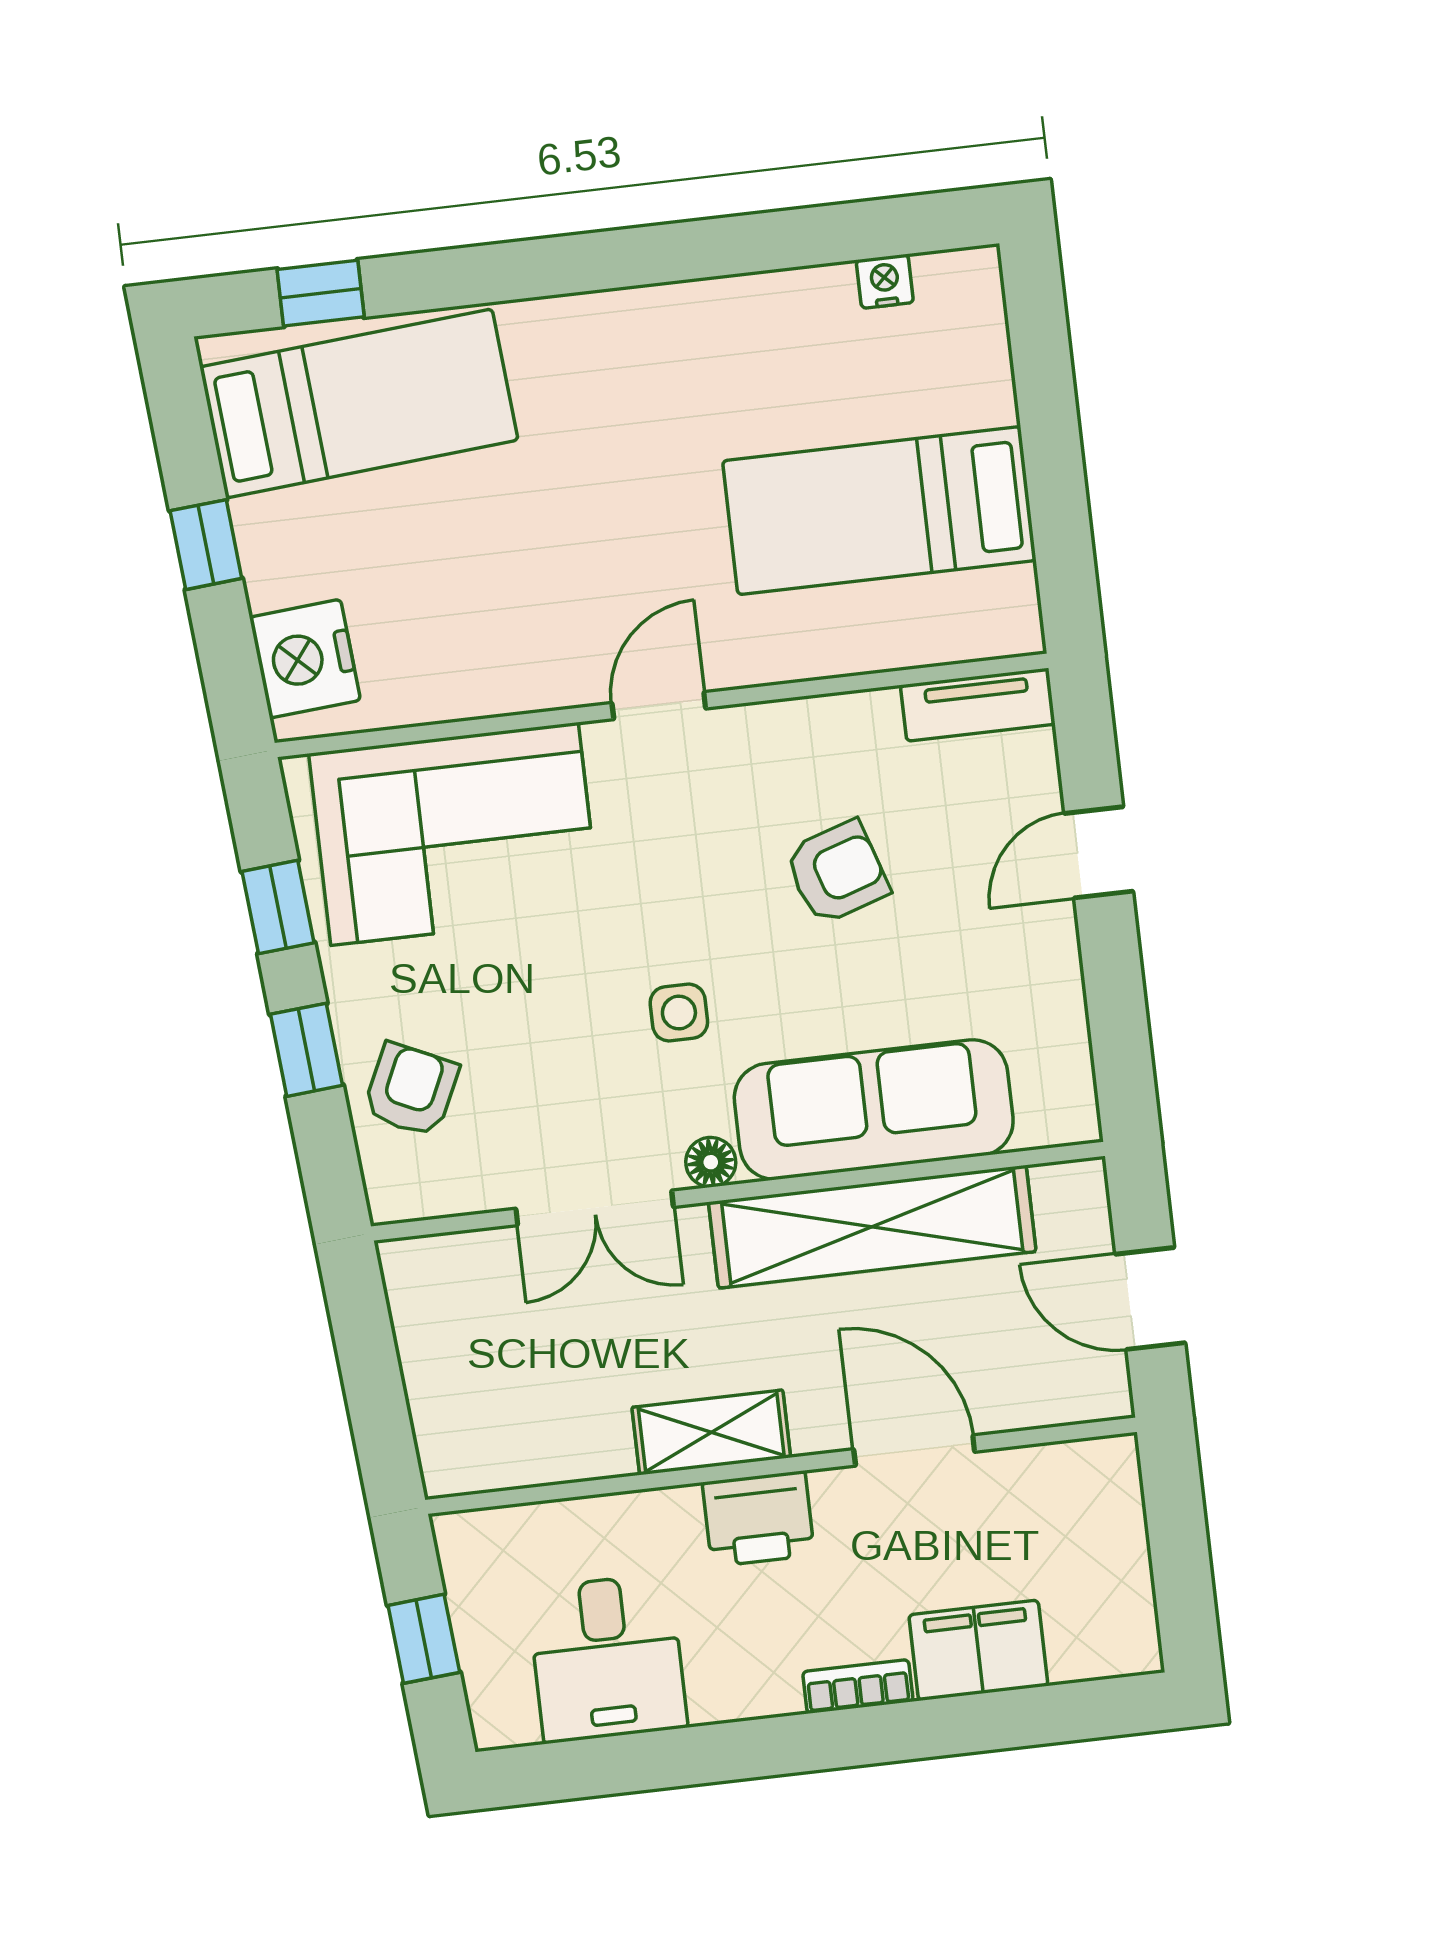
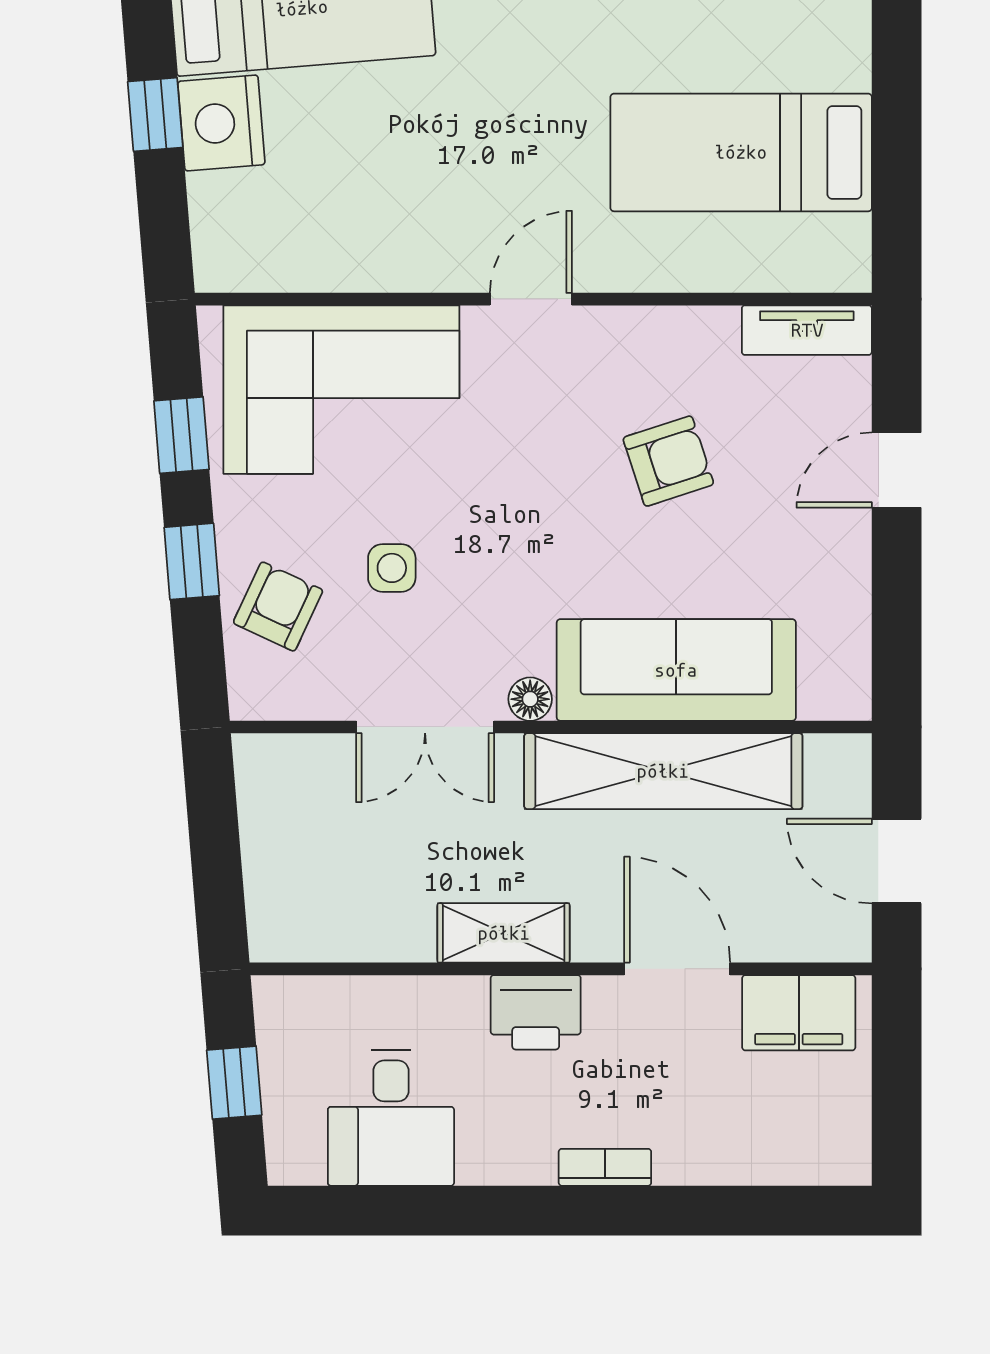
nightstand: (305, 659) -> (221, 123), moved
side table: (679, 1013) -> (392, 568), moved
filing cabinet: (978, 1650) -> (799, 1013), moved, turned 180

